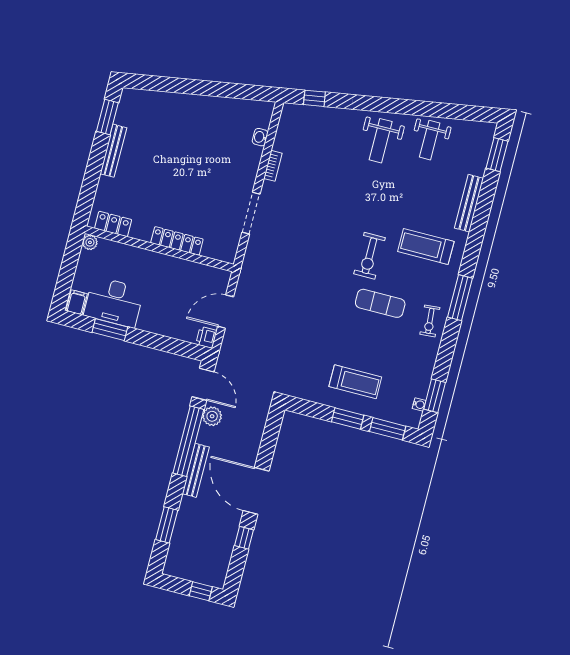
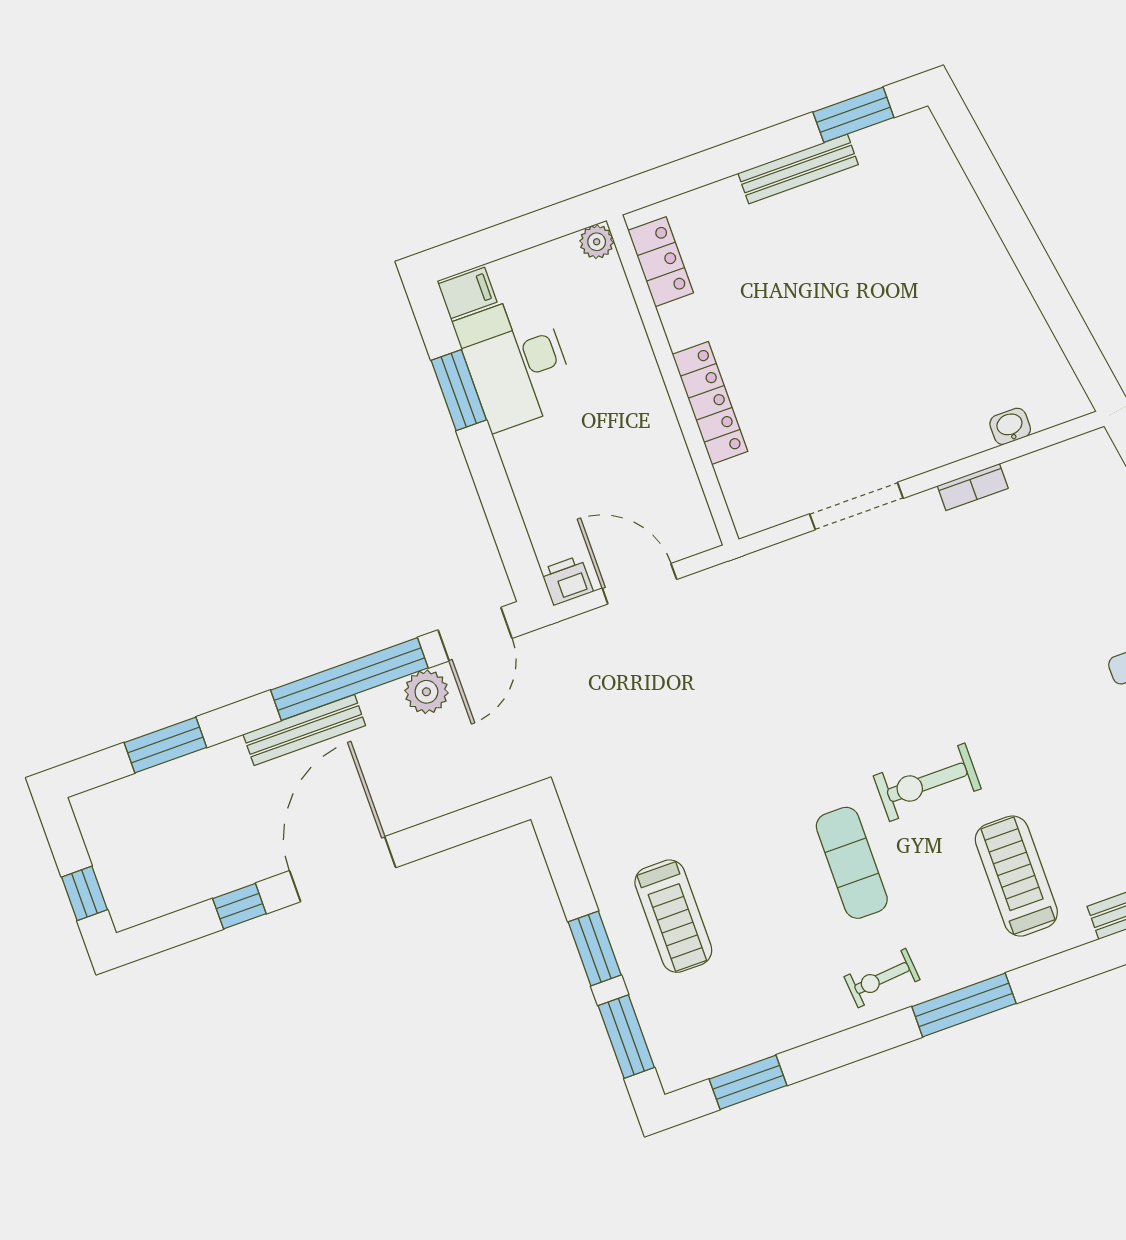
water cooler: (419, 404) -> (712, 1064), removed

